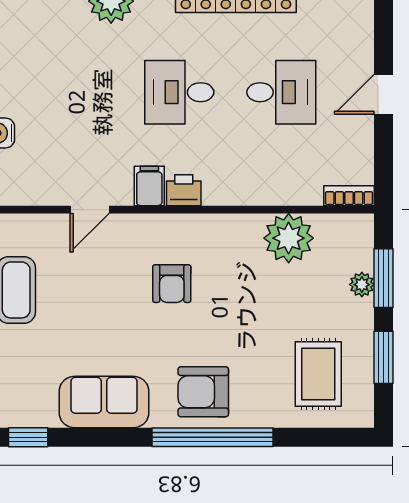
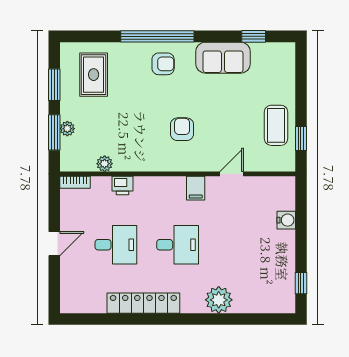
desk: (281, 92) -> (116, 245), turned 180
printer: (184, 190) -> (123, 186), moved
plant: (289, 238) -> (105, 164), width x0.53, depth x0.53
armchair: (203, 392) -> (163, 64), width x0.72, depth x0.72
window: (28, 437) -> (254, 36), moved

